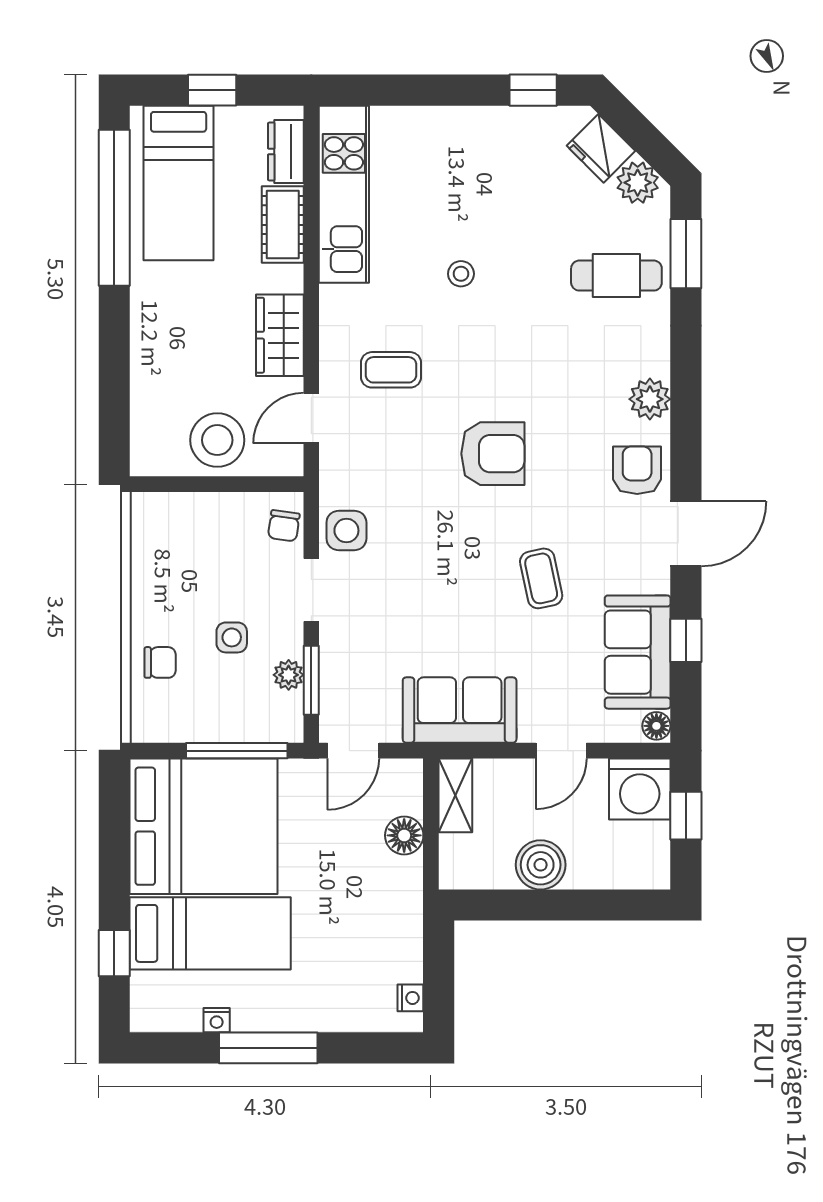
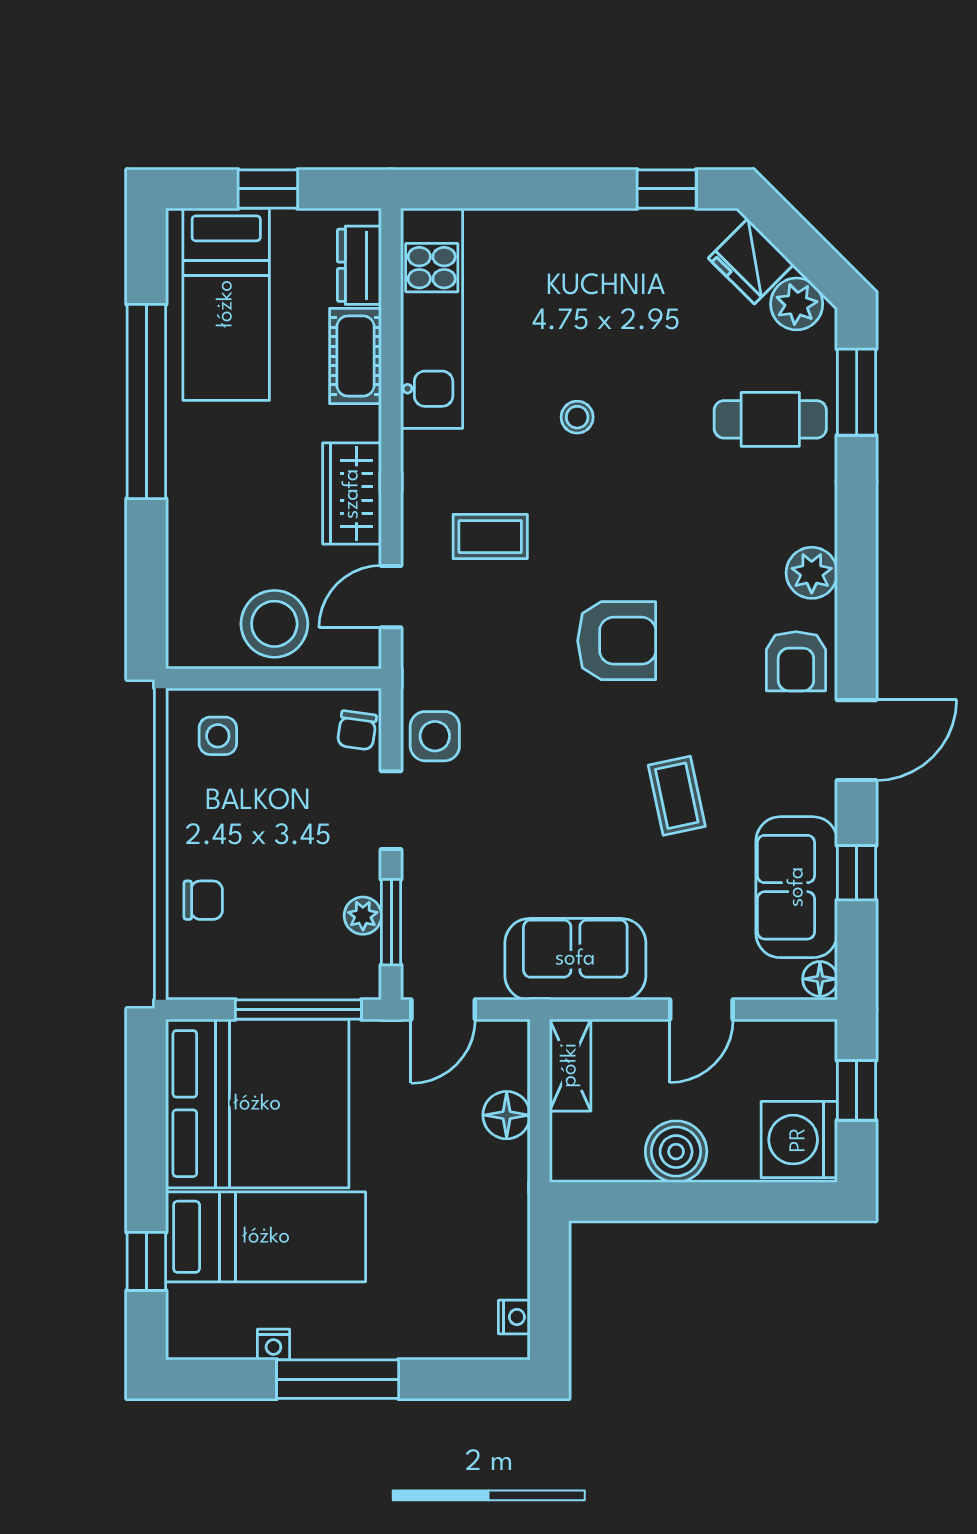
window: (114, 208) -> (146, 401), moved
armchair: (637, 470) -> (796, 661), turned 180
side table: (232, 637) -> (218, 736), moved
washing machine: (640, 789) -> (799, 1140), moved, turned 90

